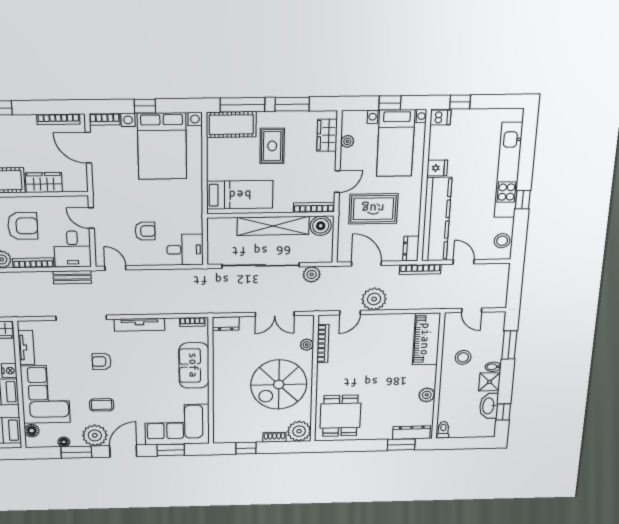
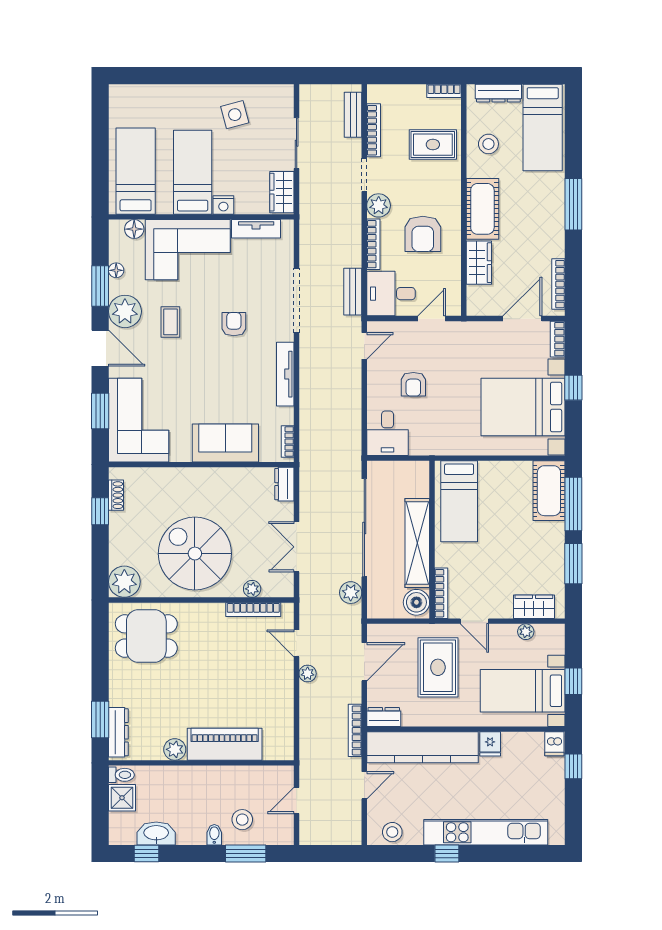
rug: (272, 146) -> (521, 540), removed
plant: (374, 299) -> (308, 674), width x0.53, depth x0.53
piano: (426, 339) -> (225, 744), moved
stool: (463, 357) -> (242, 820), moved
shower: (490, 382) -> (122, 798), moved
shoe rack: (274, 437) -> (116, 495), moved

